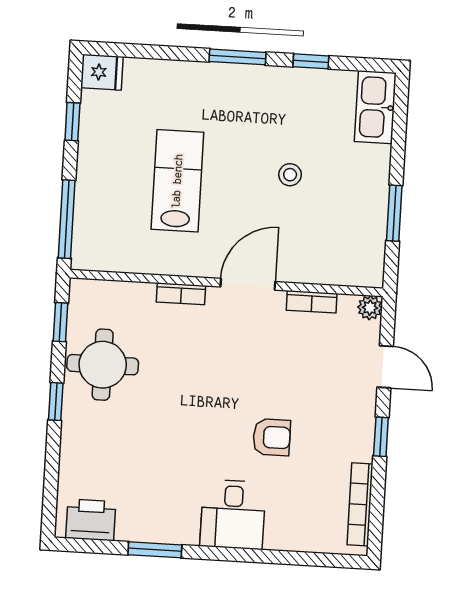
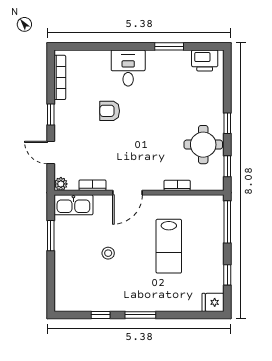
kitchen sink: (375, 107) -> (73, 205), moved, turned 90
bookcase: (181, 294) -> (177, 185), moved

